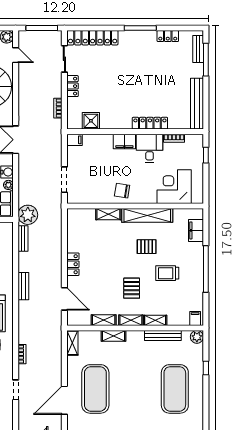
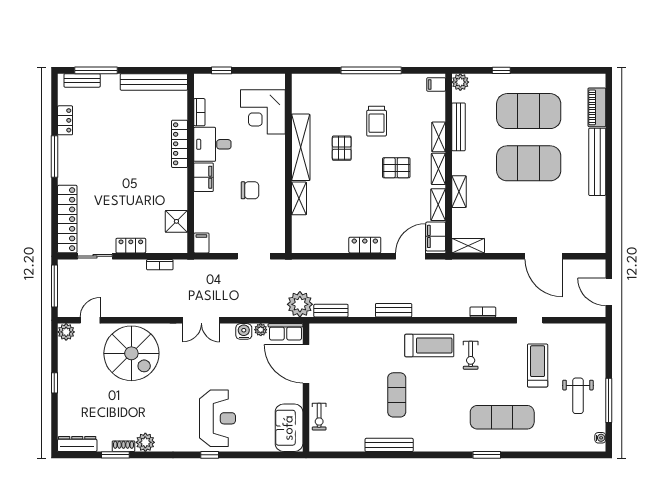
chair: (122, 191) -> (250, 190), moved, turned -99
filing cabinet: (196, 230) -> (436, 236), moved, turned 90
exercise mat: (95, 389) -> (529, 163), moved

